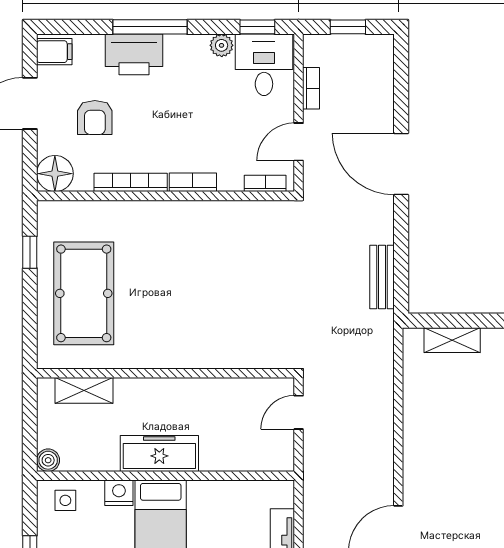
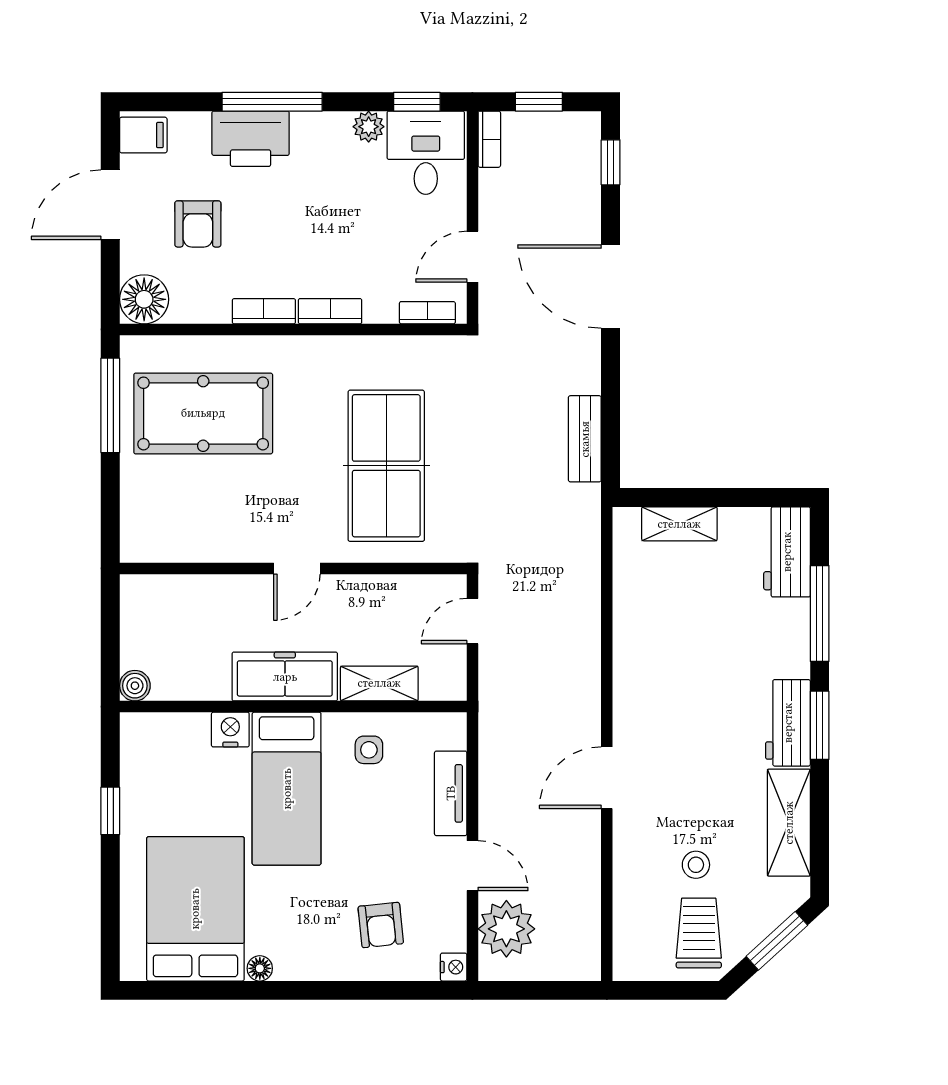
window: (401, 72) -> (611, 162), added
bookcase: (311, 88) -> (489, 139), moved
bookcase: (131, 182) -> (264, 311), width x0.64
window: (30, 252) -> (110, 405), width x2.17
pool table: (84, 293) -> (203, 413), moved, turned 90
table tennis table: (235, 297) -> (386, 466), added
door: (168, 373) -> (297, 568), added
shelving: (84, 390) -> (379, 683), moved
side table: (65, 500) -> (369, 750), moved

